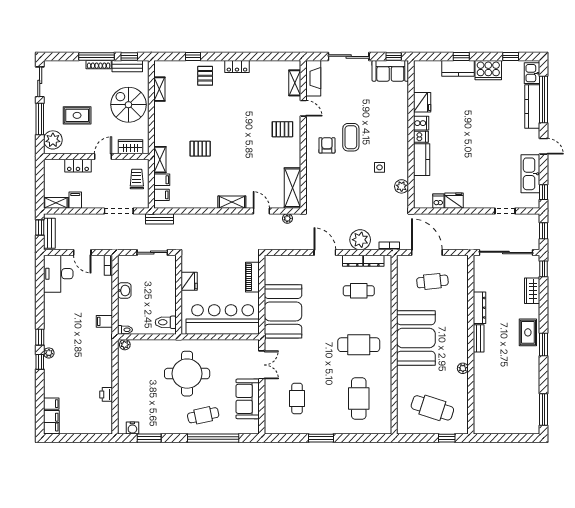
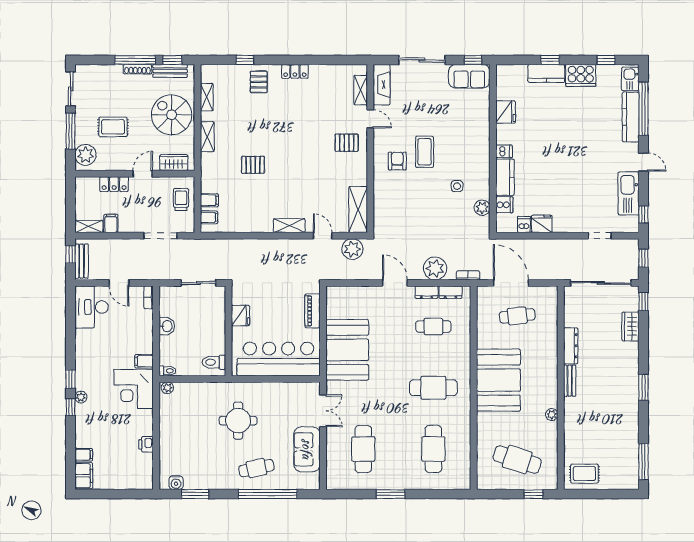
cooker: (421, 123) -> (504, 205), moved
shelving: (160, 160) -> (207, 137), moved
plant: (287, 218) -> (352, 249), width x1.88, depth x1.88
bench: (159, 219) -> (207, 245), removed
rug: (528, 332) -> (584, 474), moved, turned 90
corner desk: (95, 346) -> (134, 389), added
round table: (187, 374) -> (238, 421), width x0.73, depth x0.73
cafe table: (297, 398) -> (363, 449), width x1.37, depth x1.35

